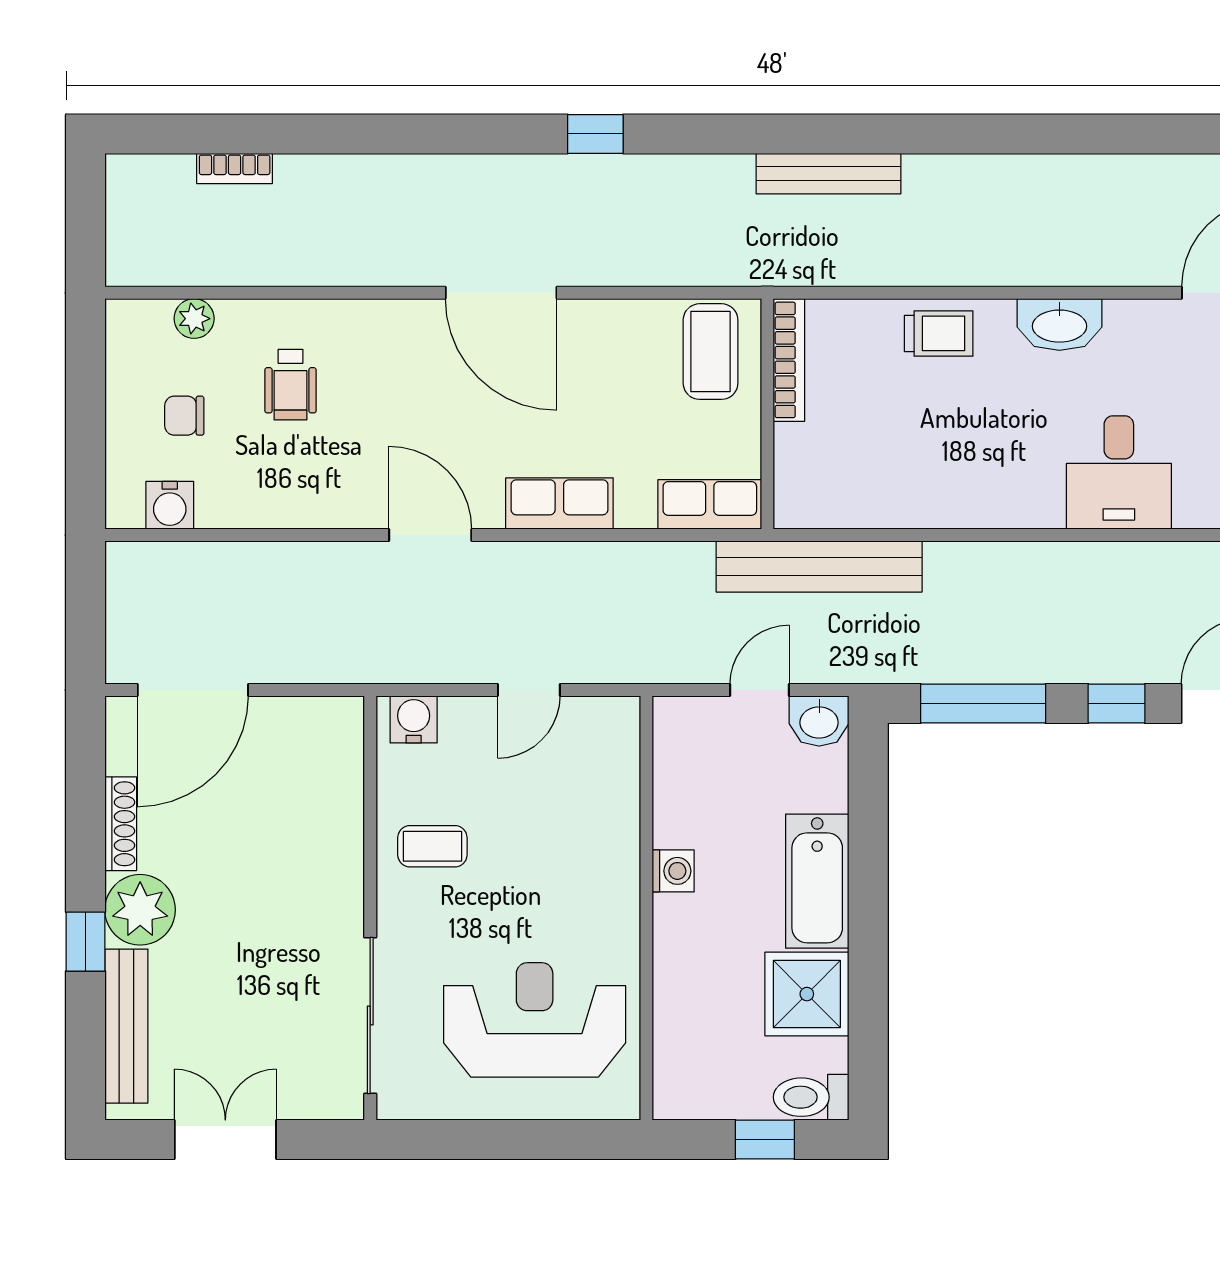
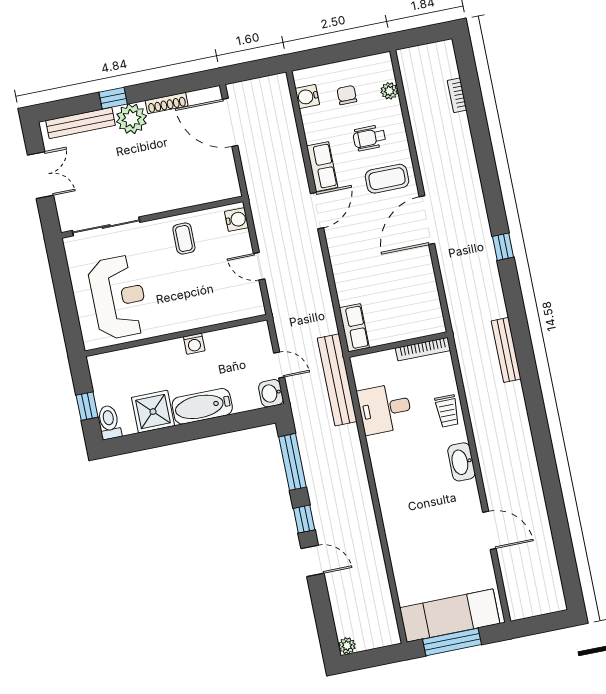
coffee table: (711, 352) -> (387, 179), moved
desk: (1119, 472) -> (385, 409), moved
row of seats: (559, 503) -> (322, 167), moved

